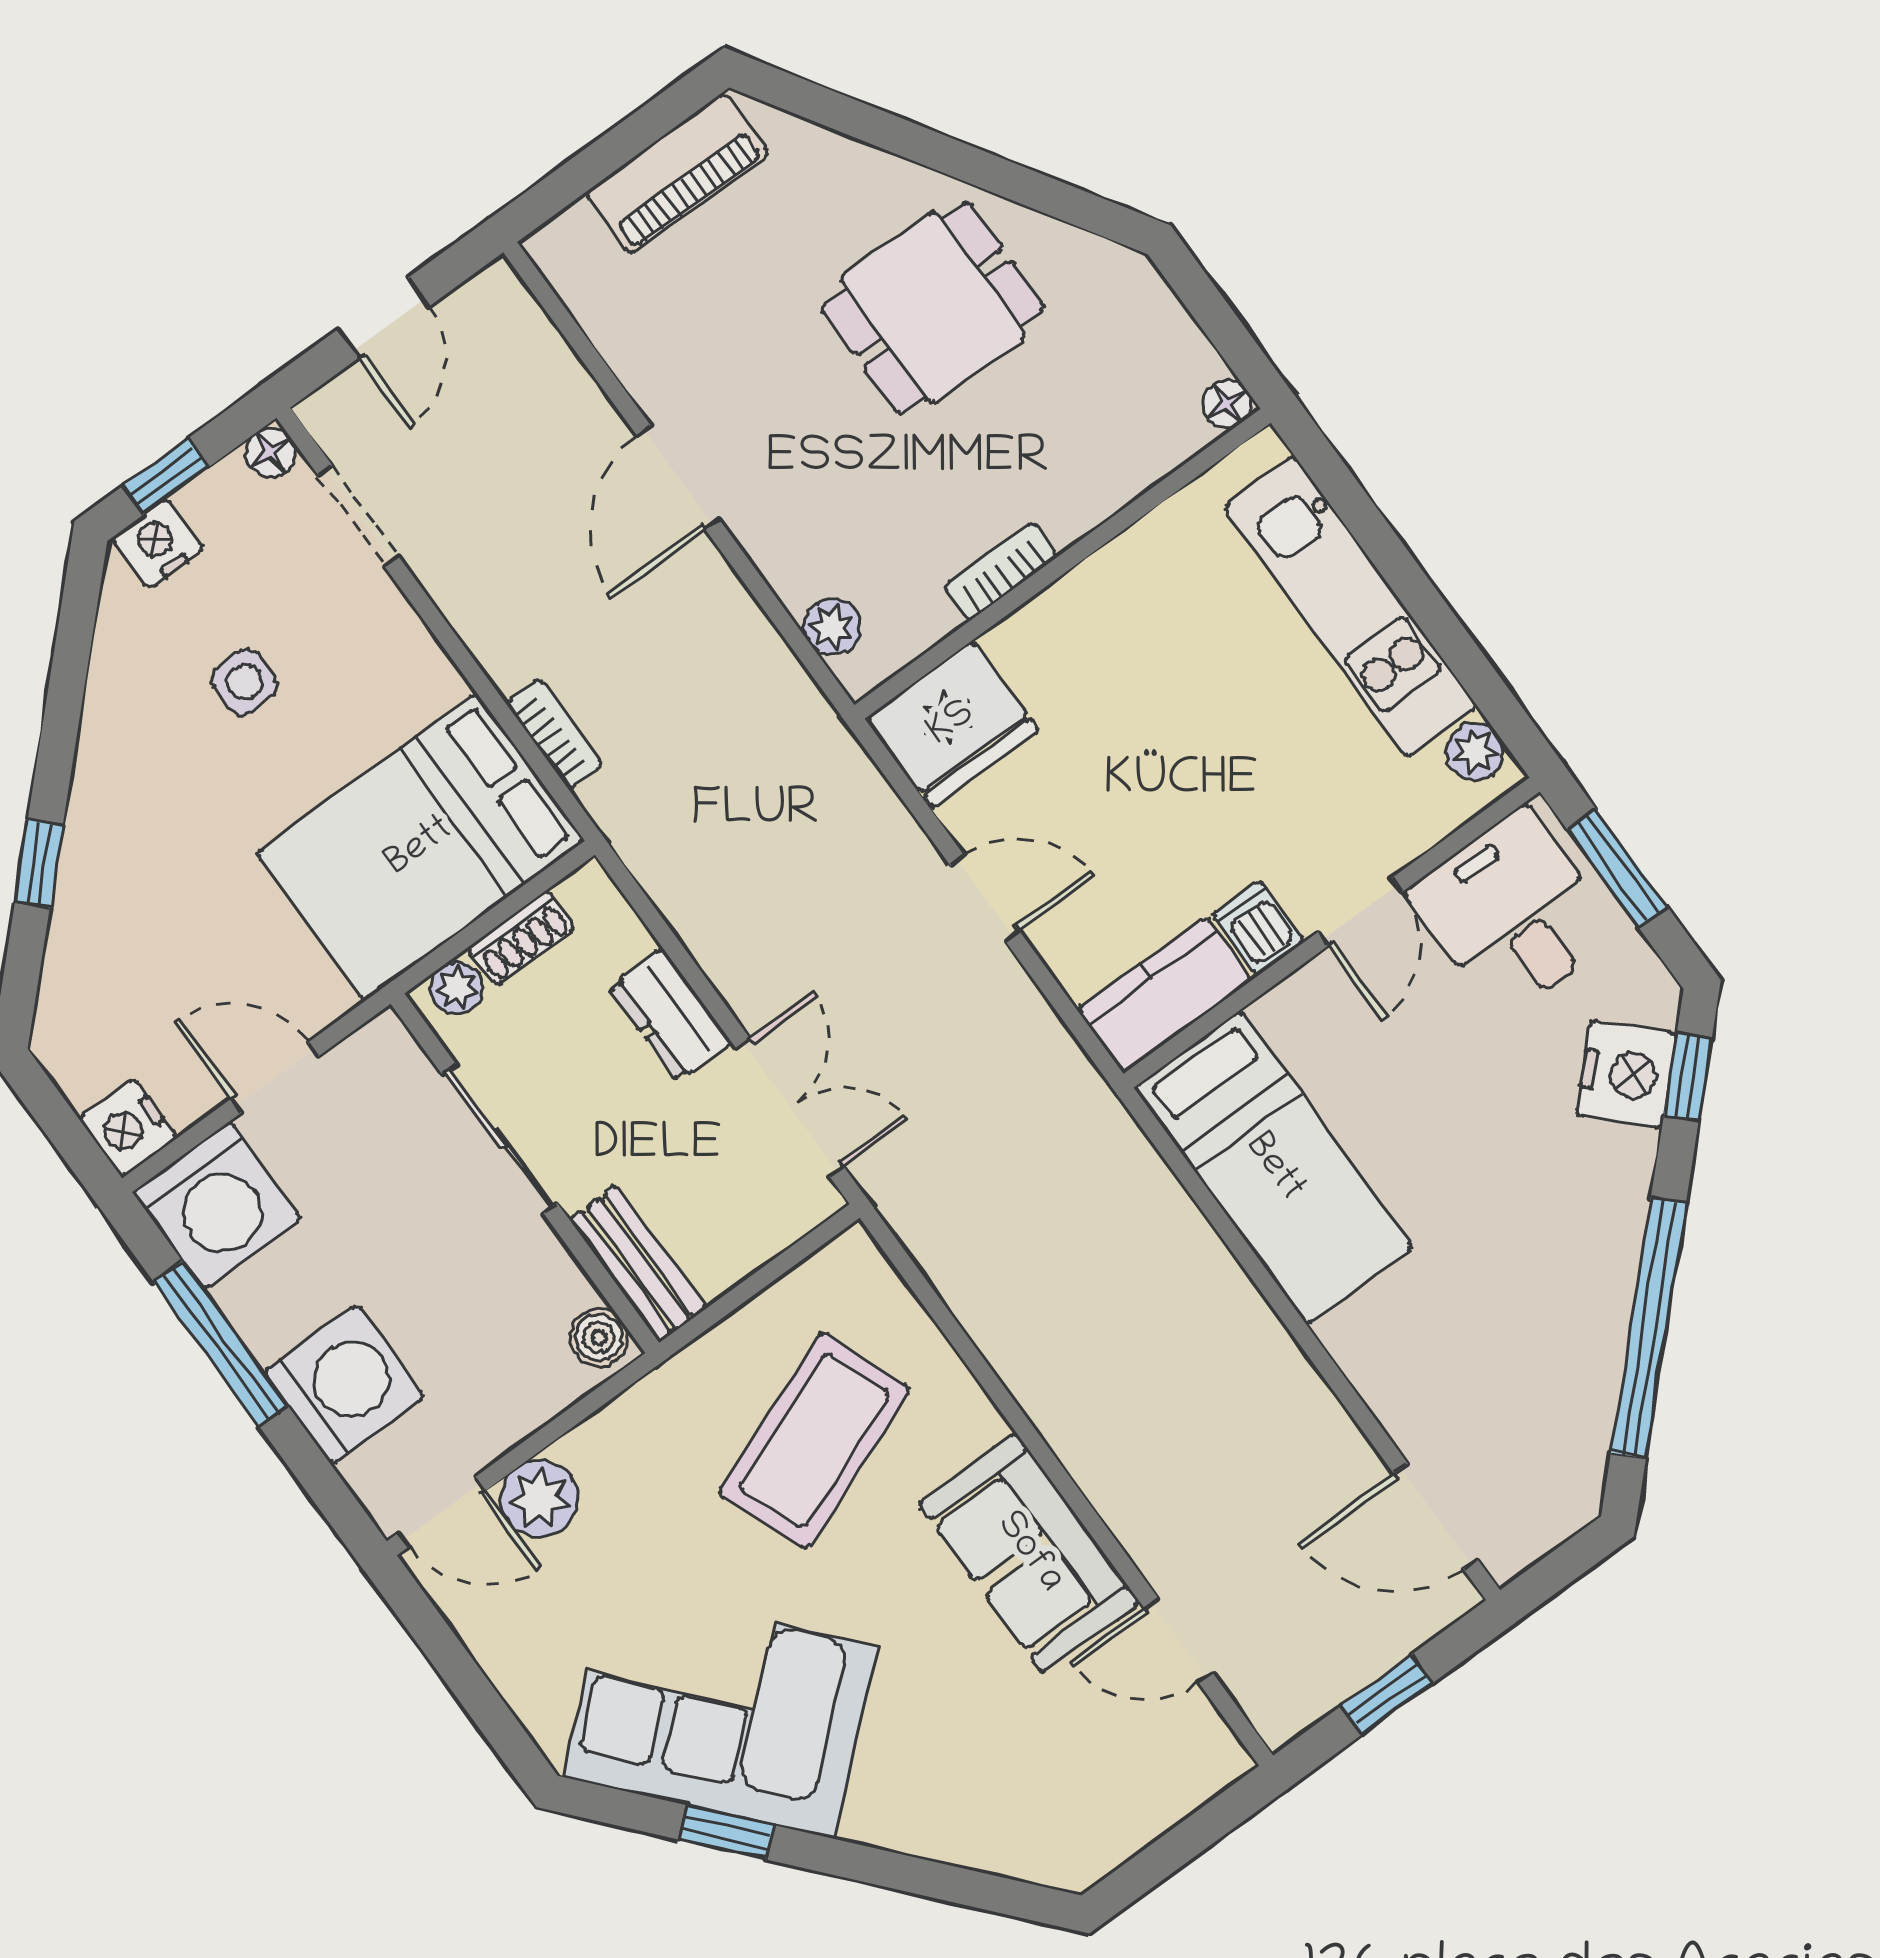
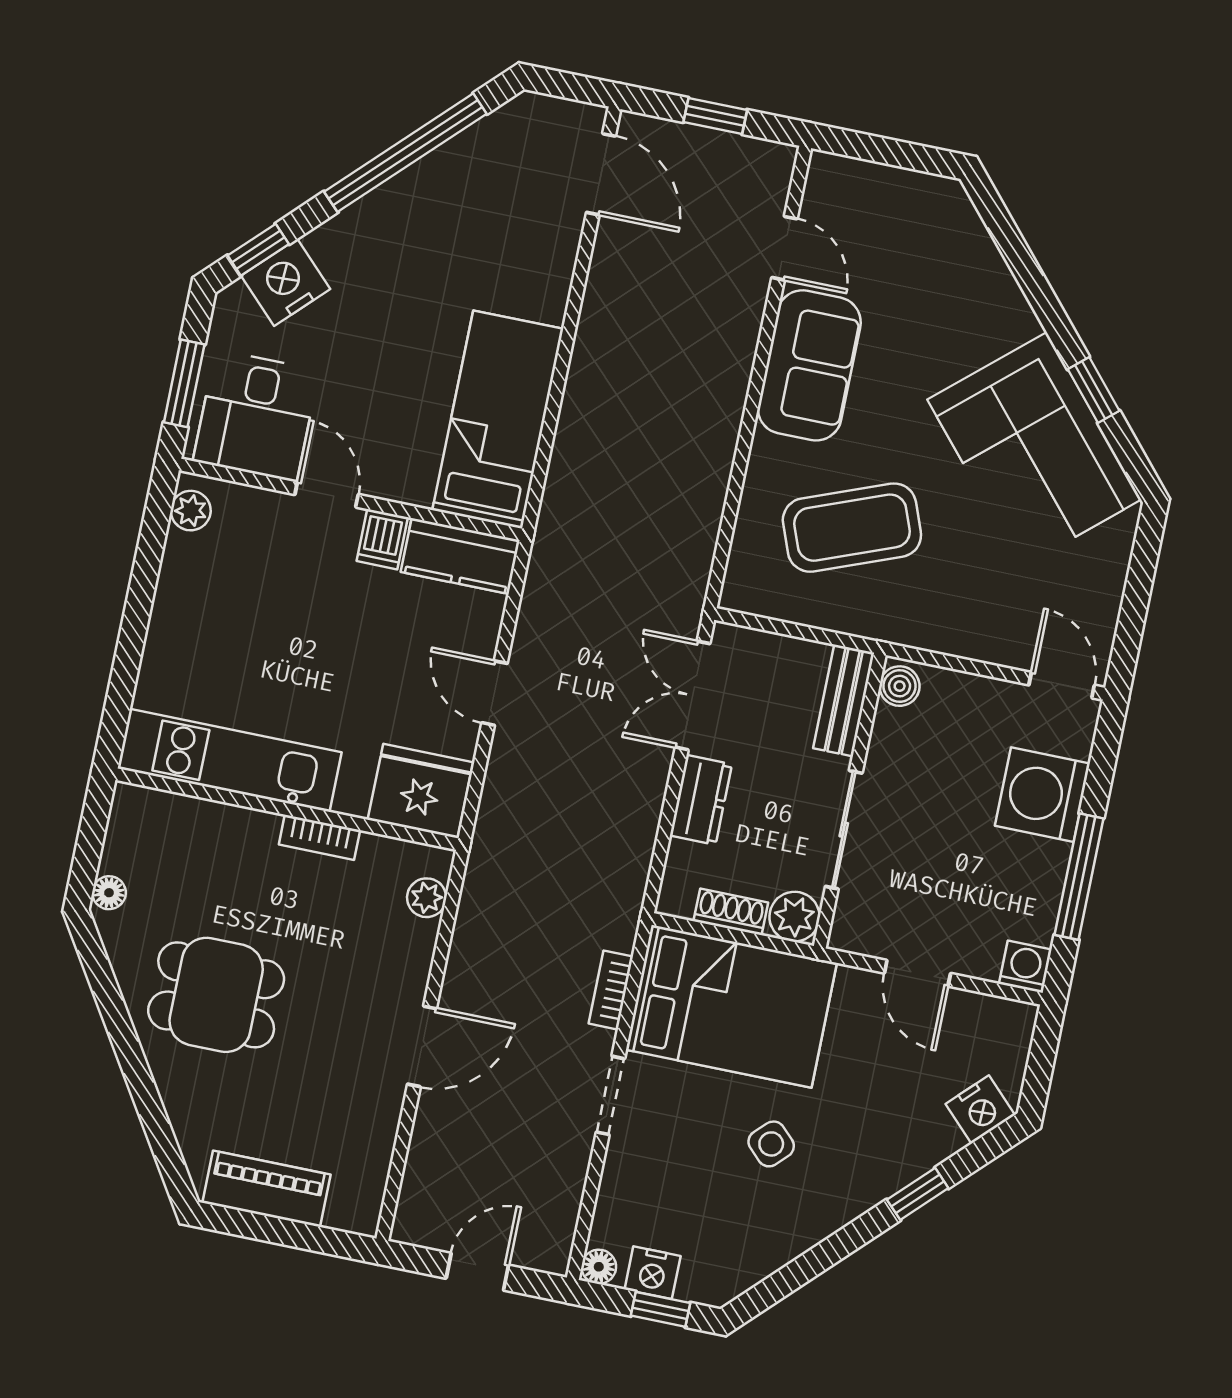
floor lamp: (1227, 404) -> (109, 893), moved
doorway: (358, 516) -> (610, 1095), moved
nightstand: (158, 543) -> (653, 1273), moved
kitchen unit: (1350, 606) -> (230, 760), moved, turned -90
side table: (244, 682) -> (771, 1144), moved, turned 45
door: (1360, 912) -> (327, 495), hinge flipped
plant: (457, 988) -> (795, 917), width x1.38, depth x1.38
nightstand: (128, 1128) -> (980, 1109), moved, turned 45
washing machine: (217, 1205) -> (1025, 967), width x0.53, depth x0.53
plant: (539, 1498) -> (1010, 641), removed

